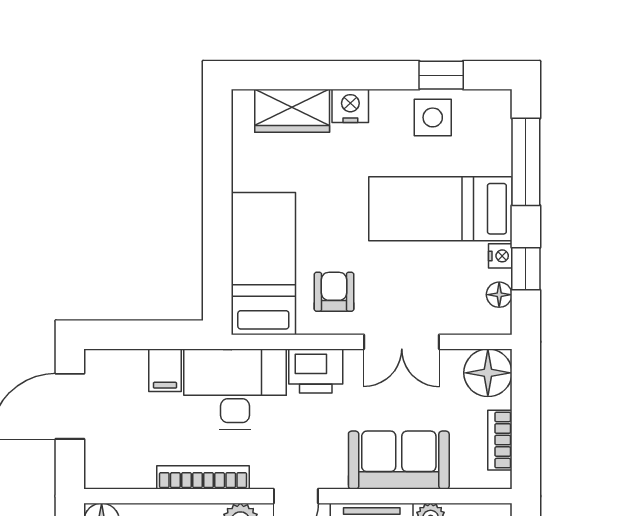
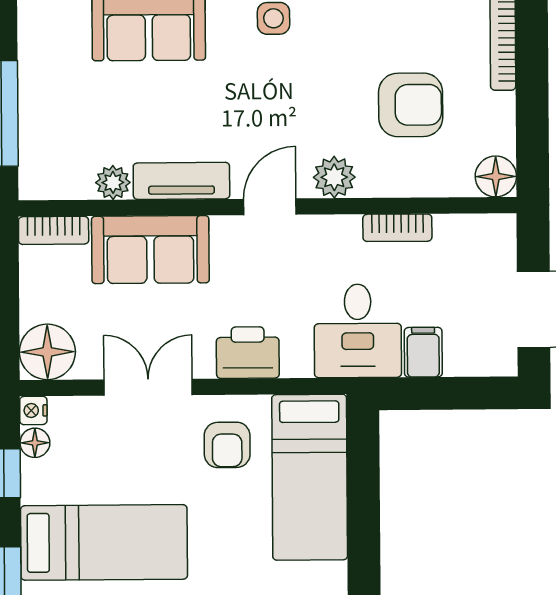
nightstand: (500, 256) -> (33, 410), moved
desk: (235, 389) -> (358, 331), width x0.73
bookcase: (500, 440) -> (54, 230), moved, turned 90
bookcase: (203, 477) -> (397, 228), width x0.64

